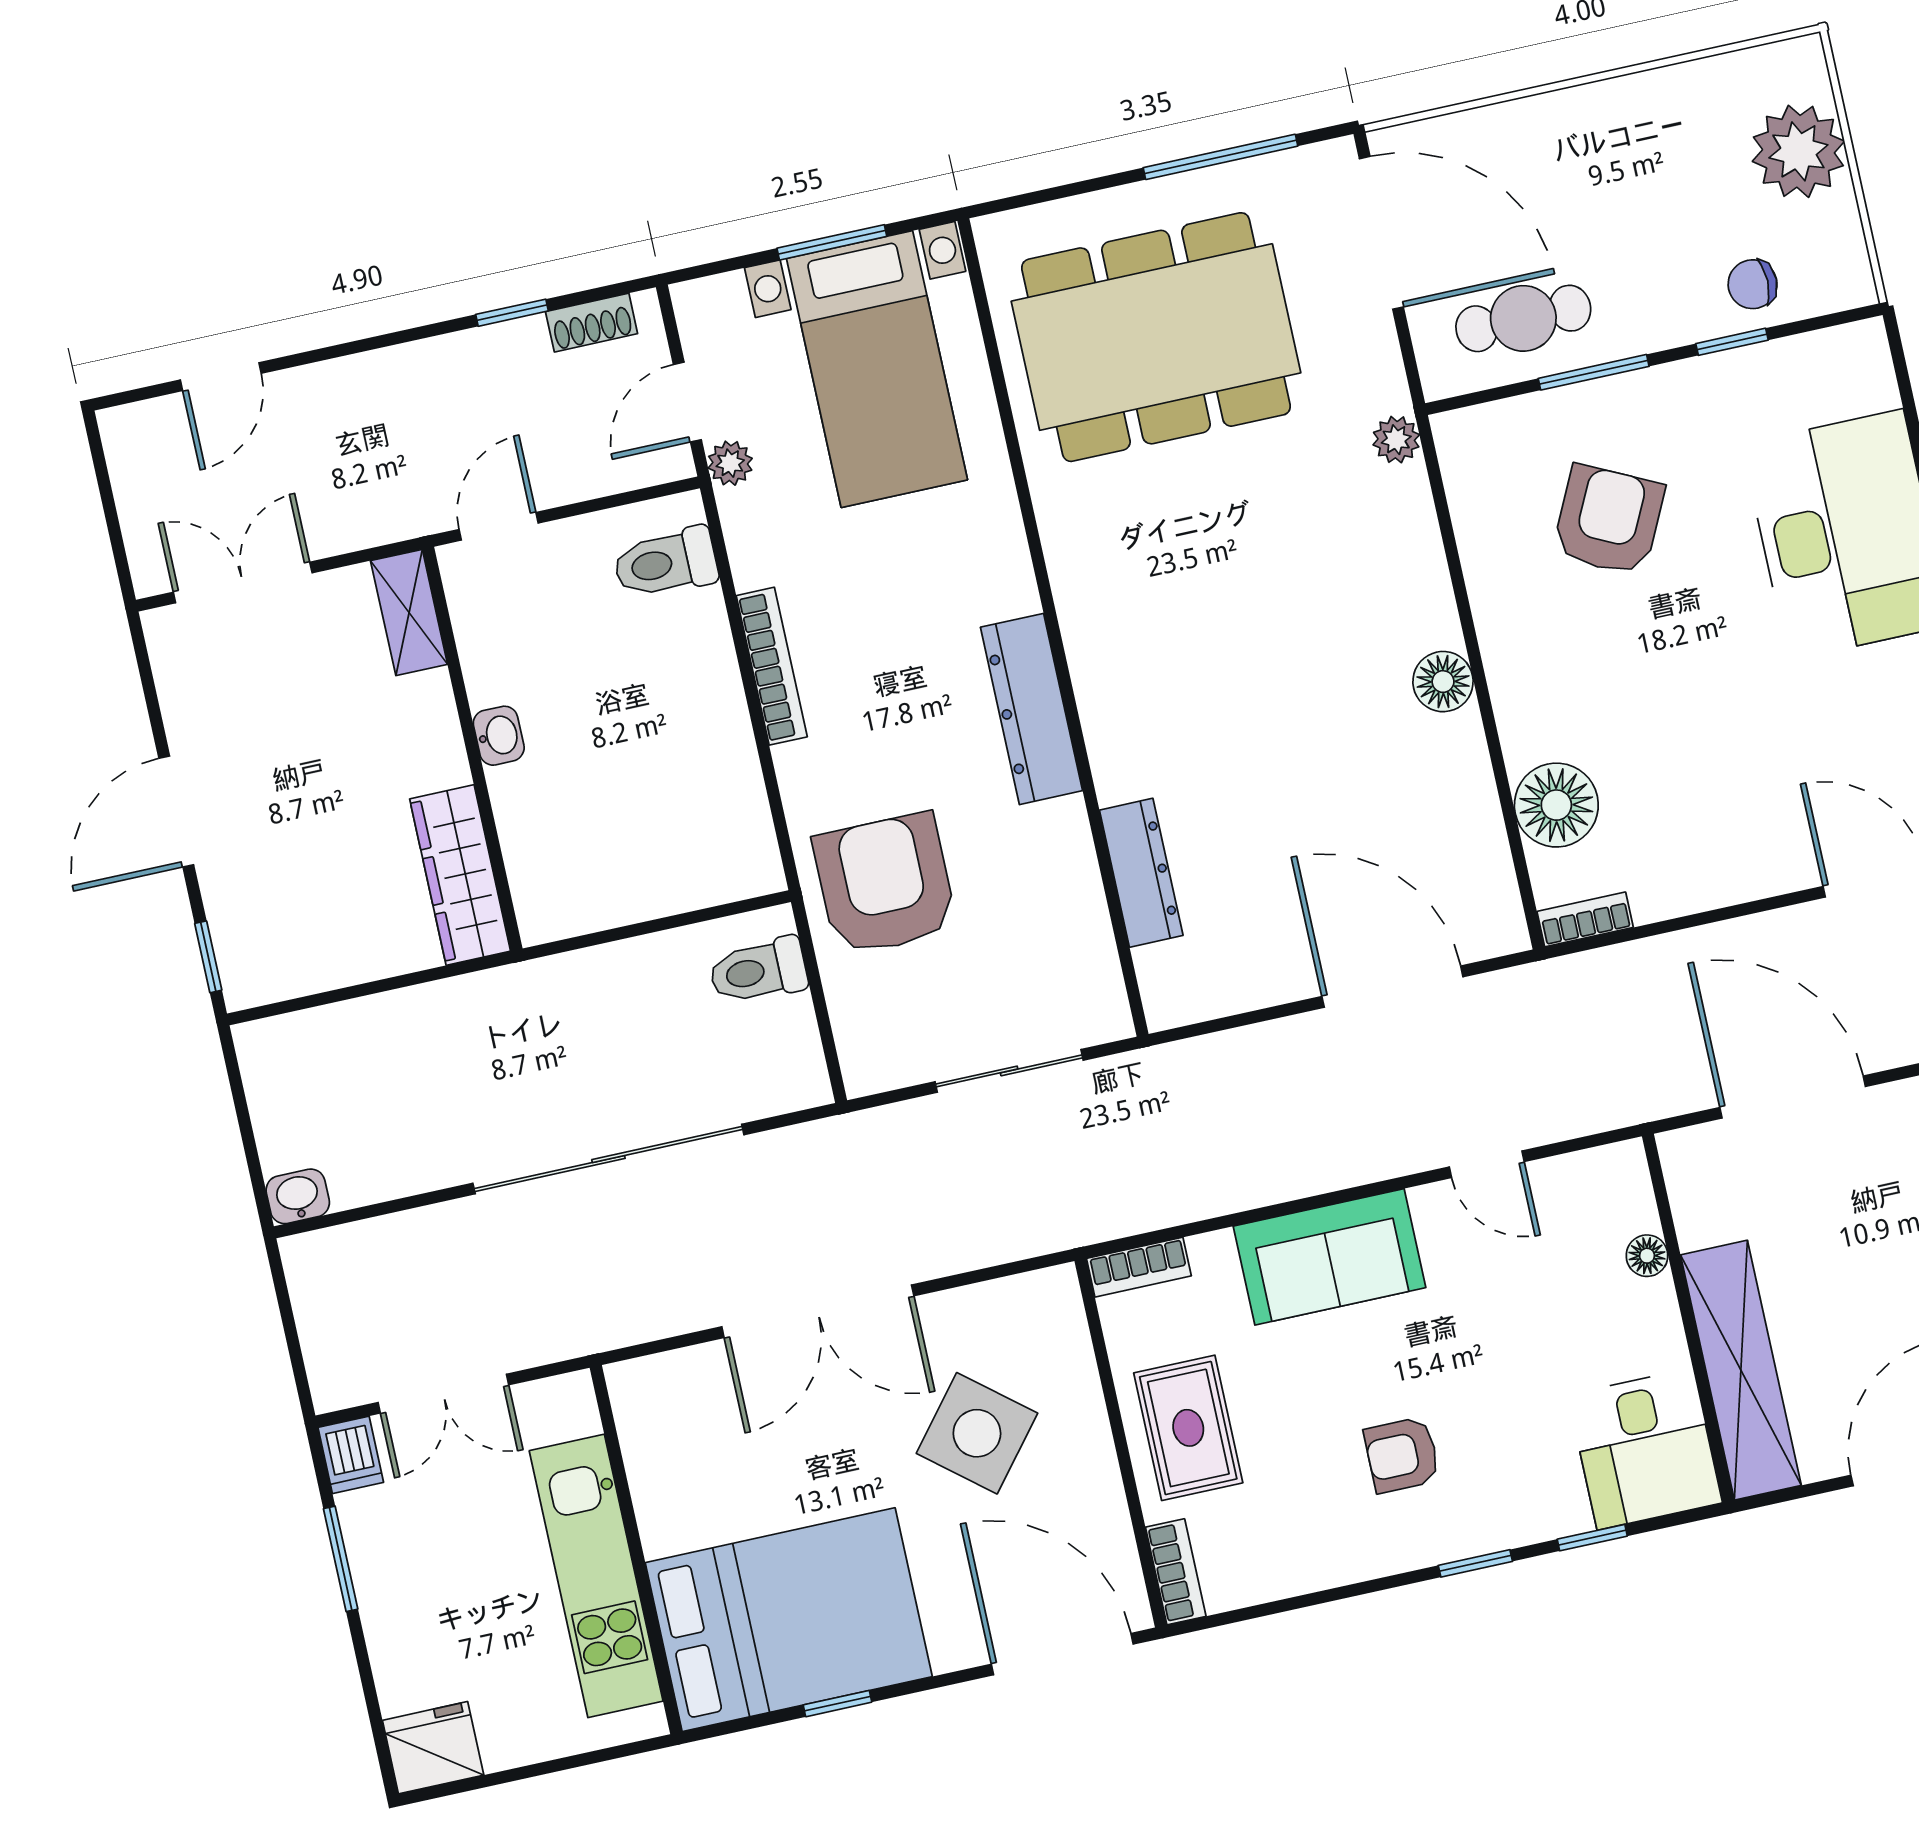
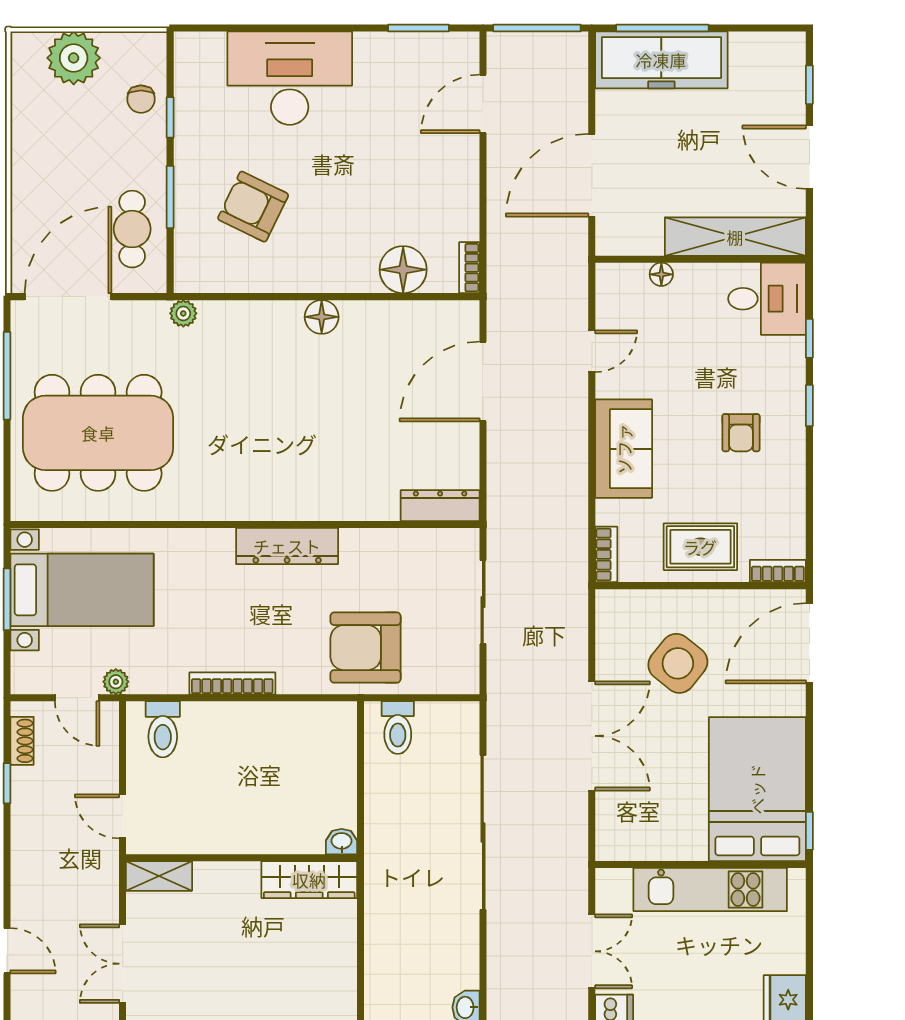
dining table: (1156, 337) -> (98, 433), turned 90
washbasin: (499, 736) -> (342, 842), moved
dresser: (1141, 873) -> (440, 506), moved
window: (837, 1704) -> (809, 831), moved

